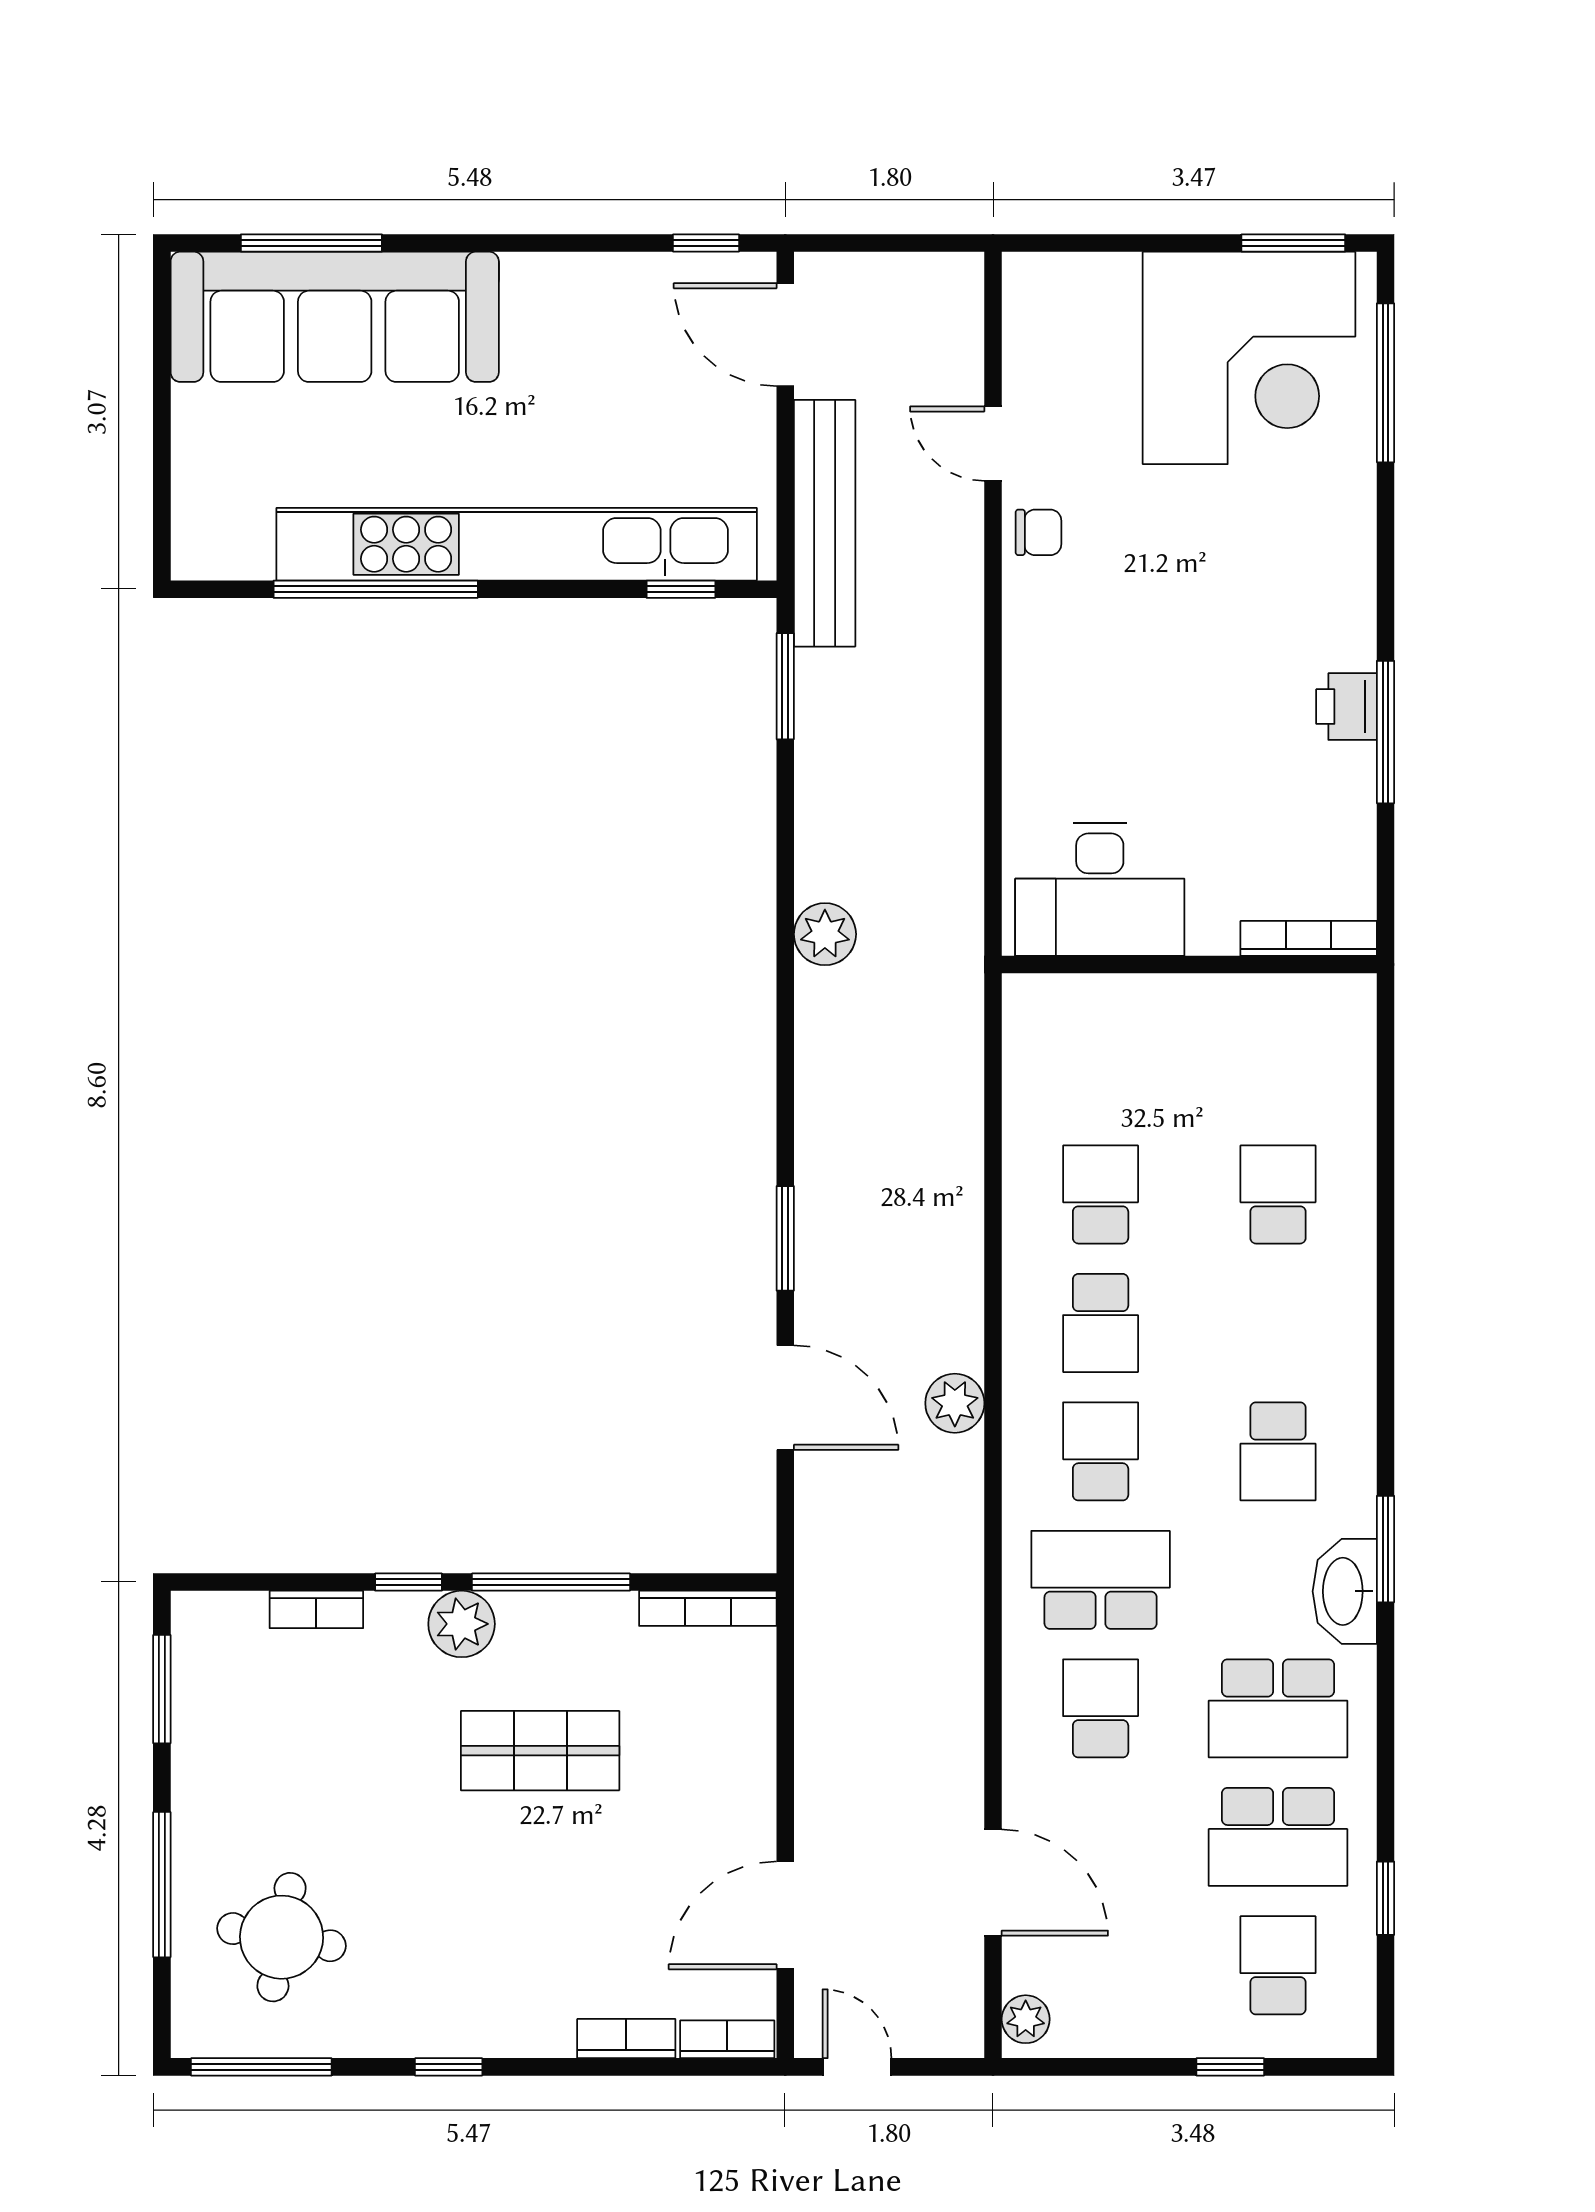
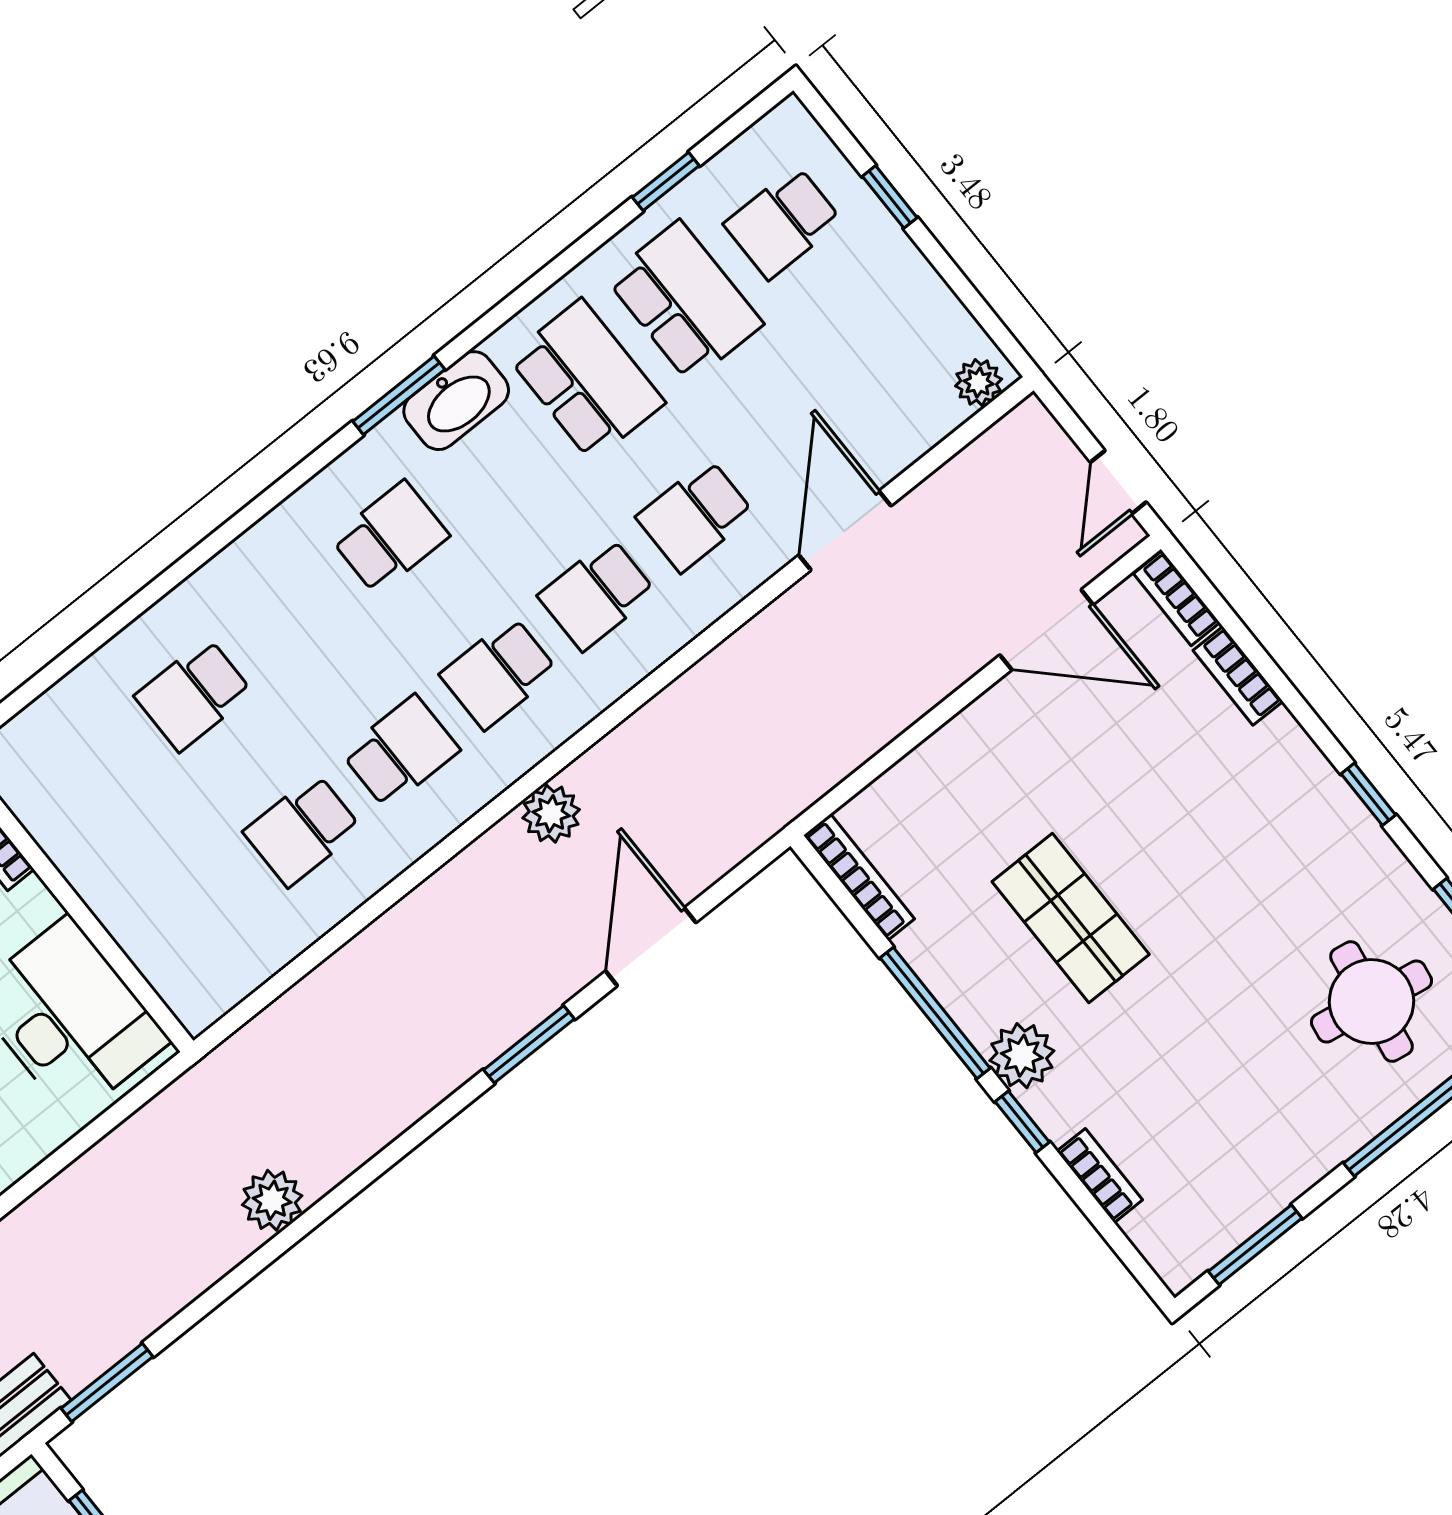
school desk: (1101, 1580) -> (597, 594), width x0.54
door: (993, 1883) -> (845, 531), moved

